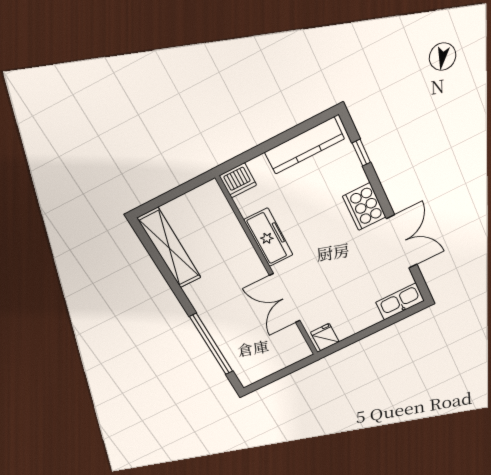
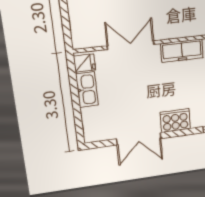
kitchen sink: (400, 301) -> (87, 90), moved

